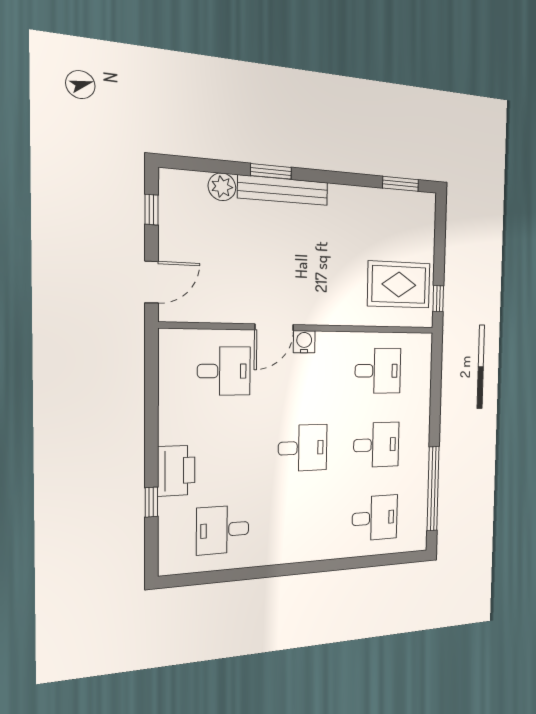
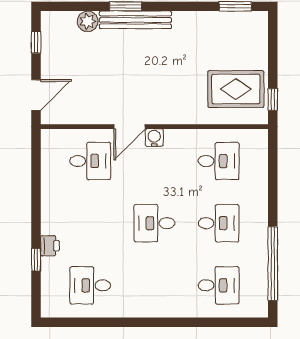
desk: (303, 448) -> (154, 223), turned 180
printer: (176, 471) -> (50, 246), width x0.53, depth x0.68

